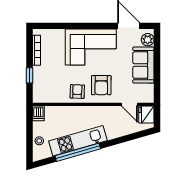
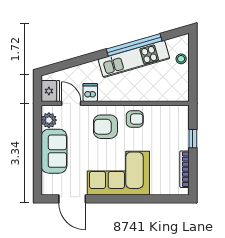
plant: (148, 40) -> (49, 120), moved
armchair: (101, 85) -> (105, 127), turned -90
armchair: (77, 91) -> (135, 119), turned -92
dishwasher: (38, 113) -> (90, 92), moved

